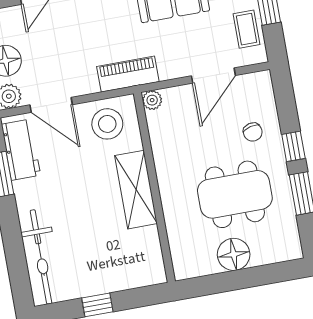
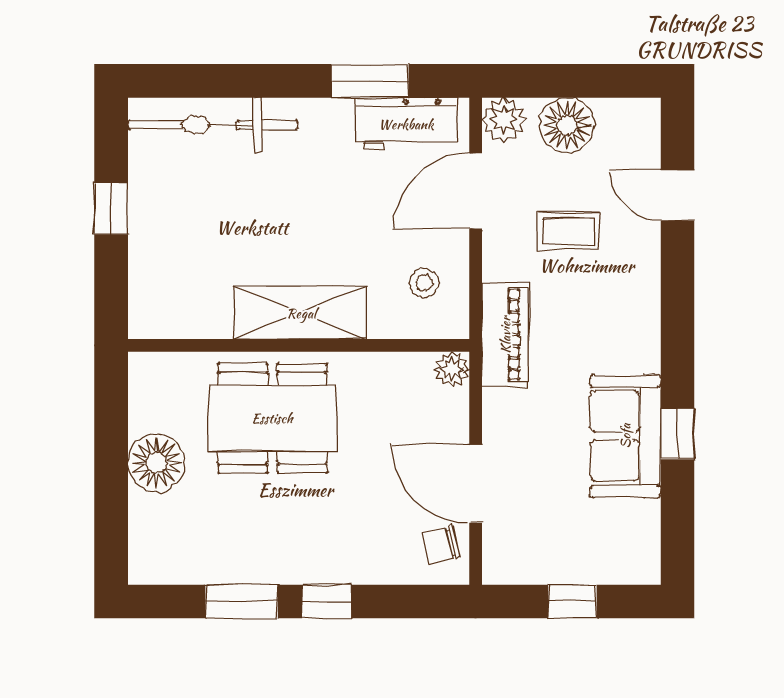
coffee table: (247, 29) -> (568, 231), moved
stool: (107, 124) -> (424, 283), width x0.53, depth x0.53
chair: (253, 132) -> (441, 545), moved
dining table: (235, 194) -> (272, 418), moved, turned 90

